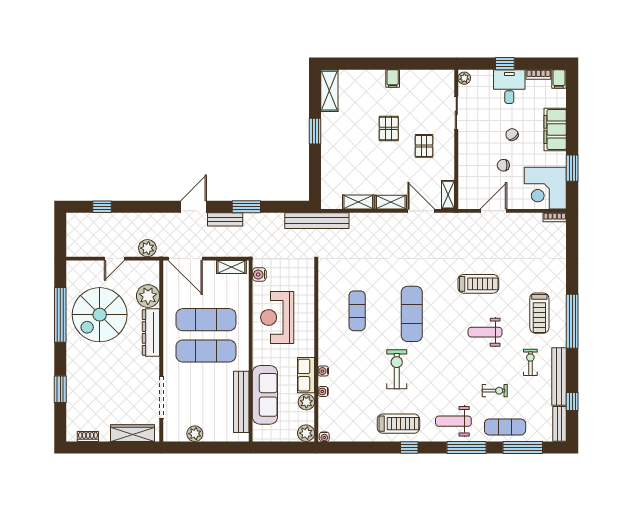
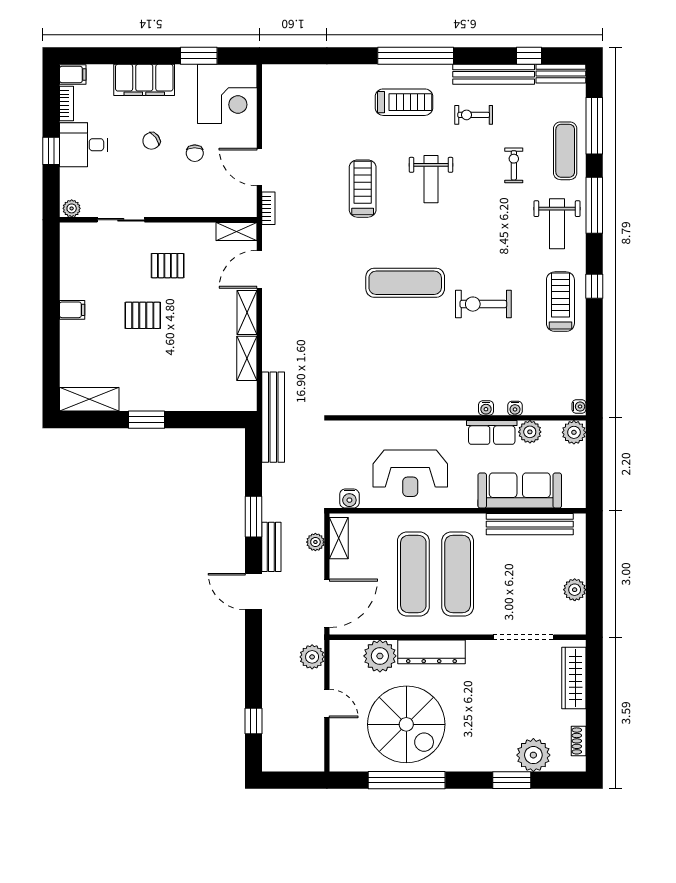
bookcase: (555, 217) -> (268, 208), moved
plant: (229, 250) -> (315, 542), added
exercise mat: (357, 311) -> (401, 360), removed
plant: (78, 404) -> (533, 755), added

